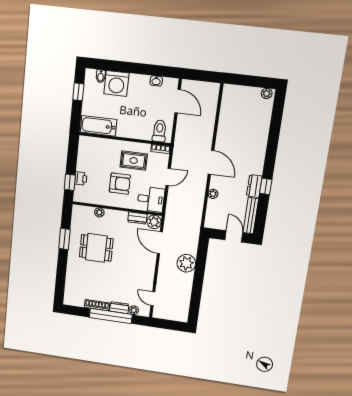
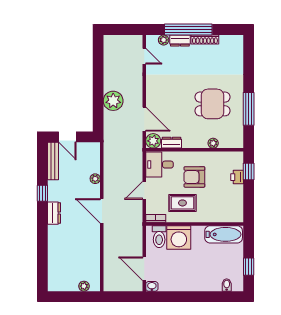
washbasin: (156, 81) -> (152, 286), moved
washing machine: (116, 83) -> (179, 237), moved, turned 180
plant: (267, 93) -> (84, 286), moved
dresser: (254, 186) -> (54, 213), moved
window: (64, 239) -> (249, 109), width x1.44

